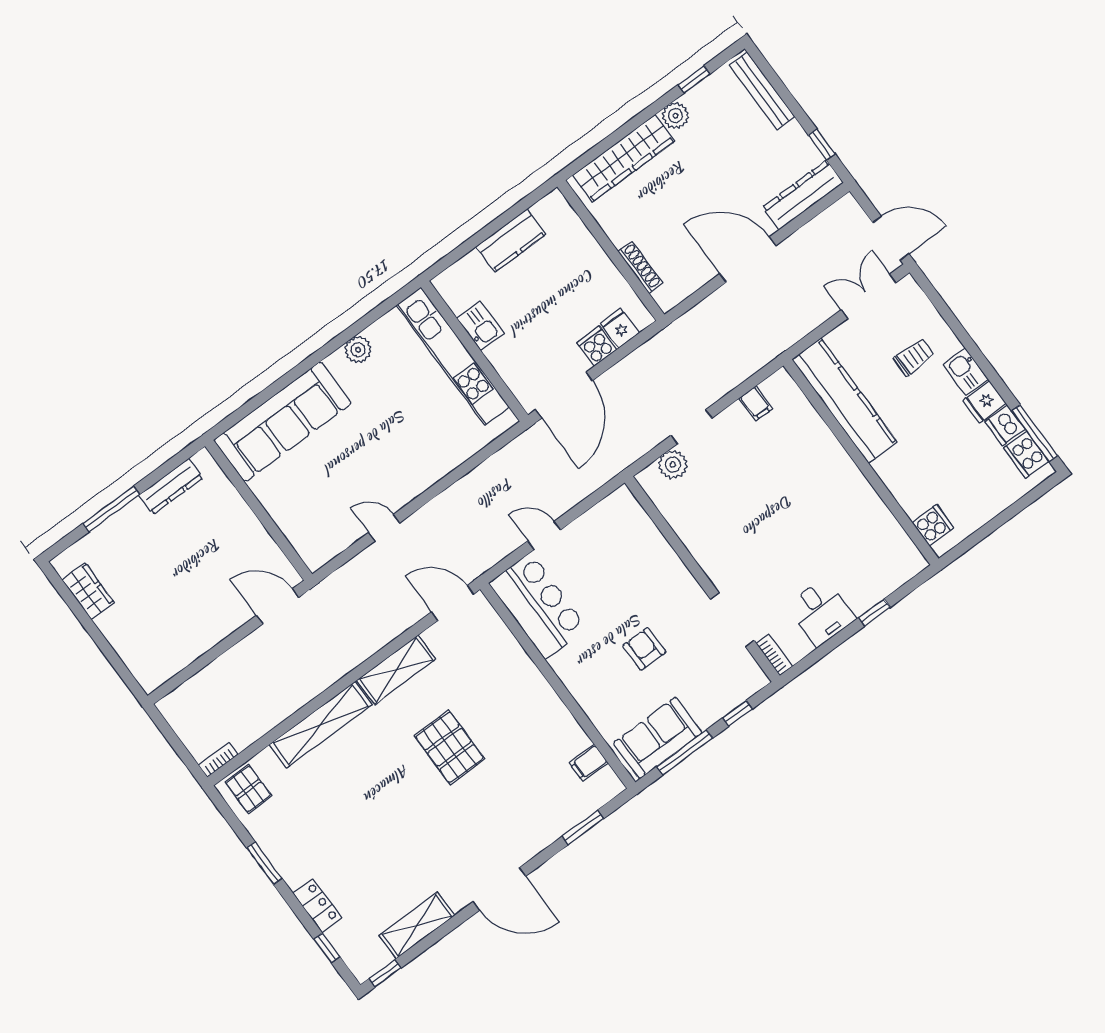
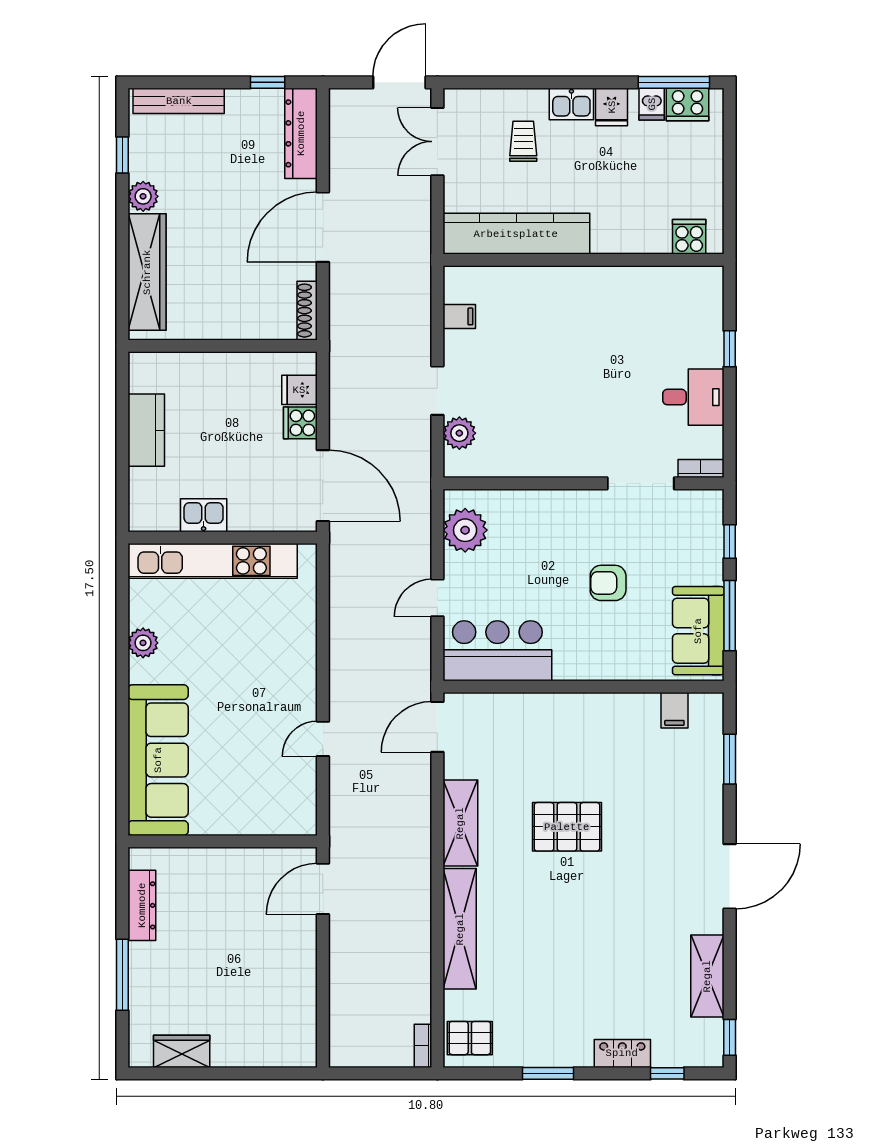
shoe rack: (640, 267) -> (307, 311), moved, turned -90
dishwasher: (1005, 425) -> (652, 104), width x0.73
plant: (607, 520) -> (465, 530), added

